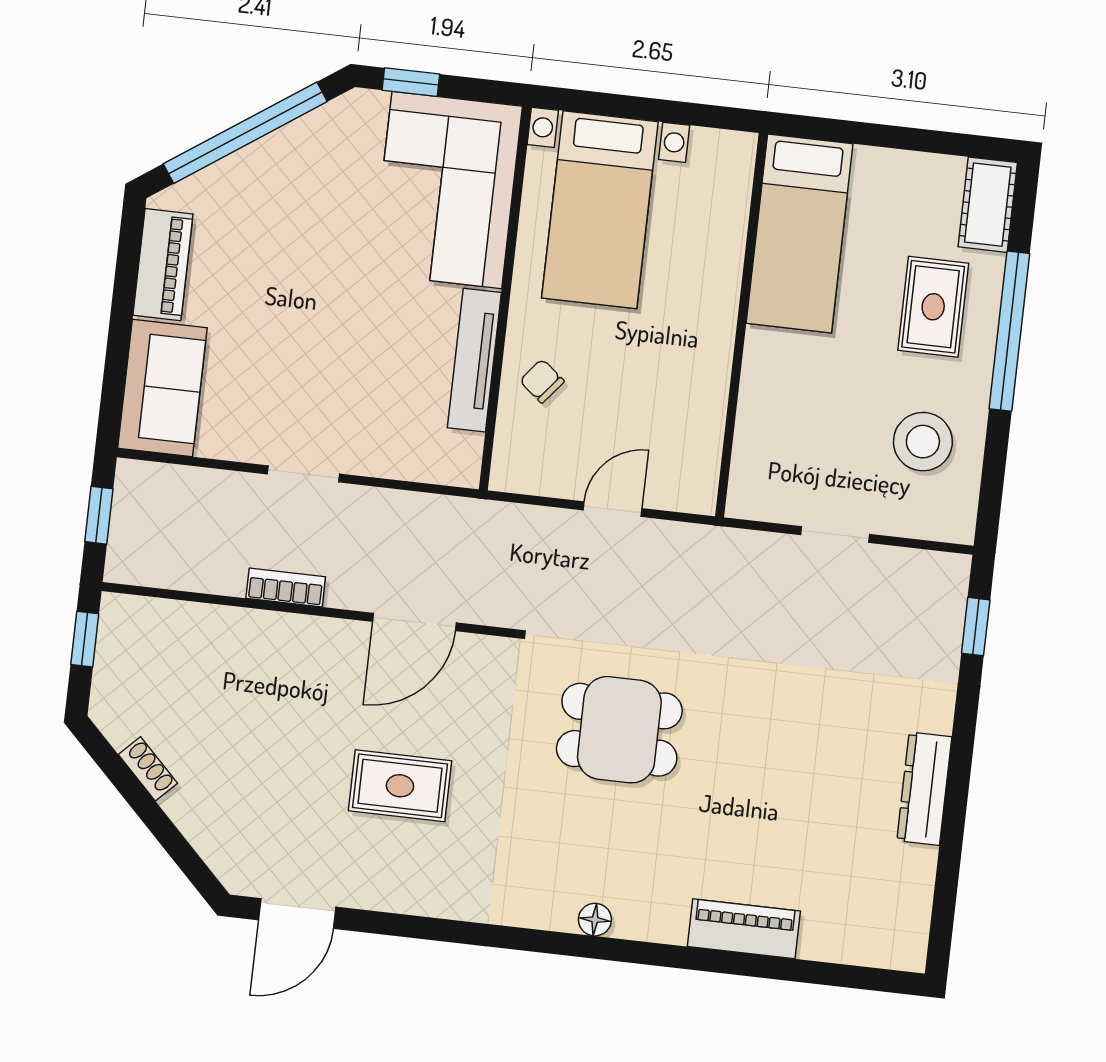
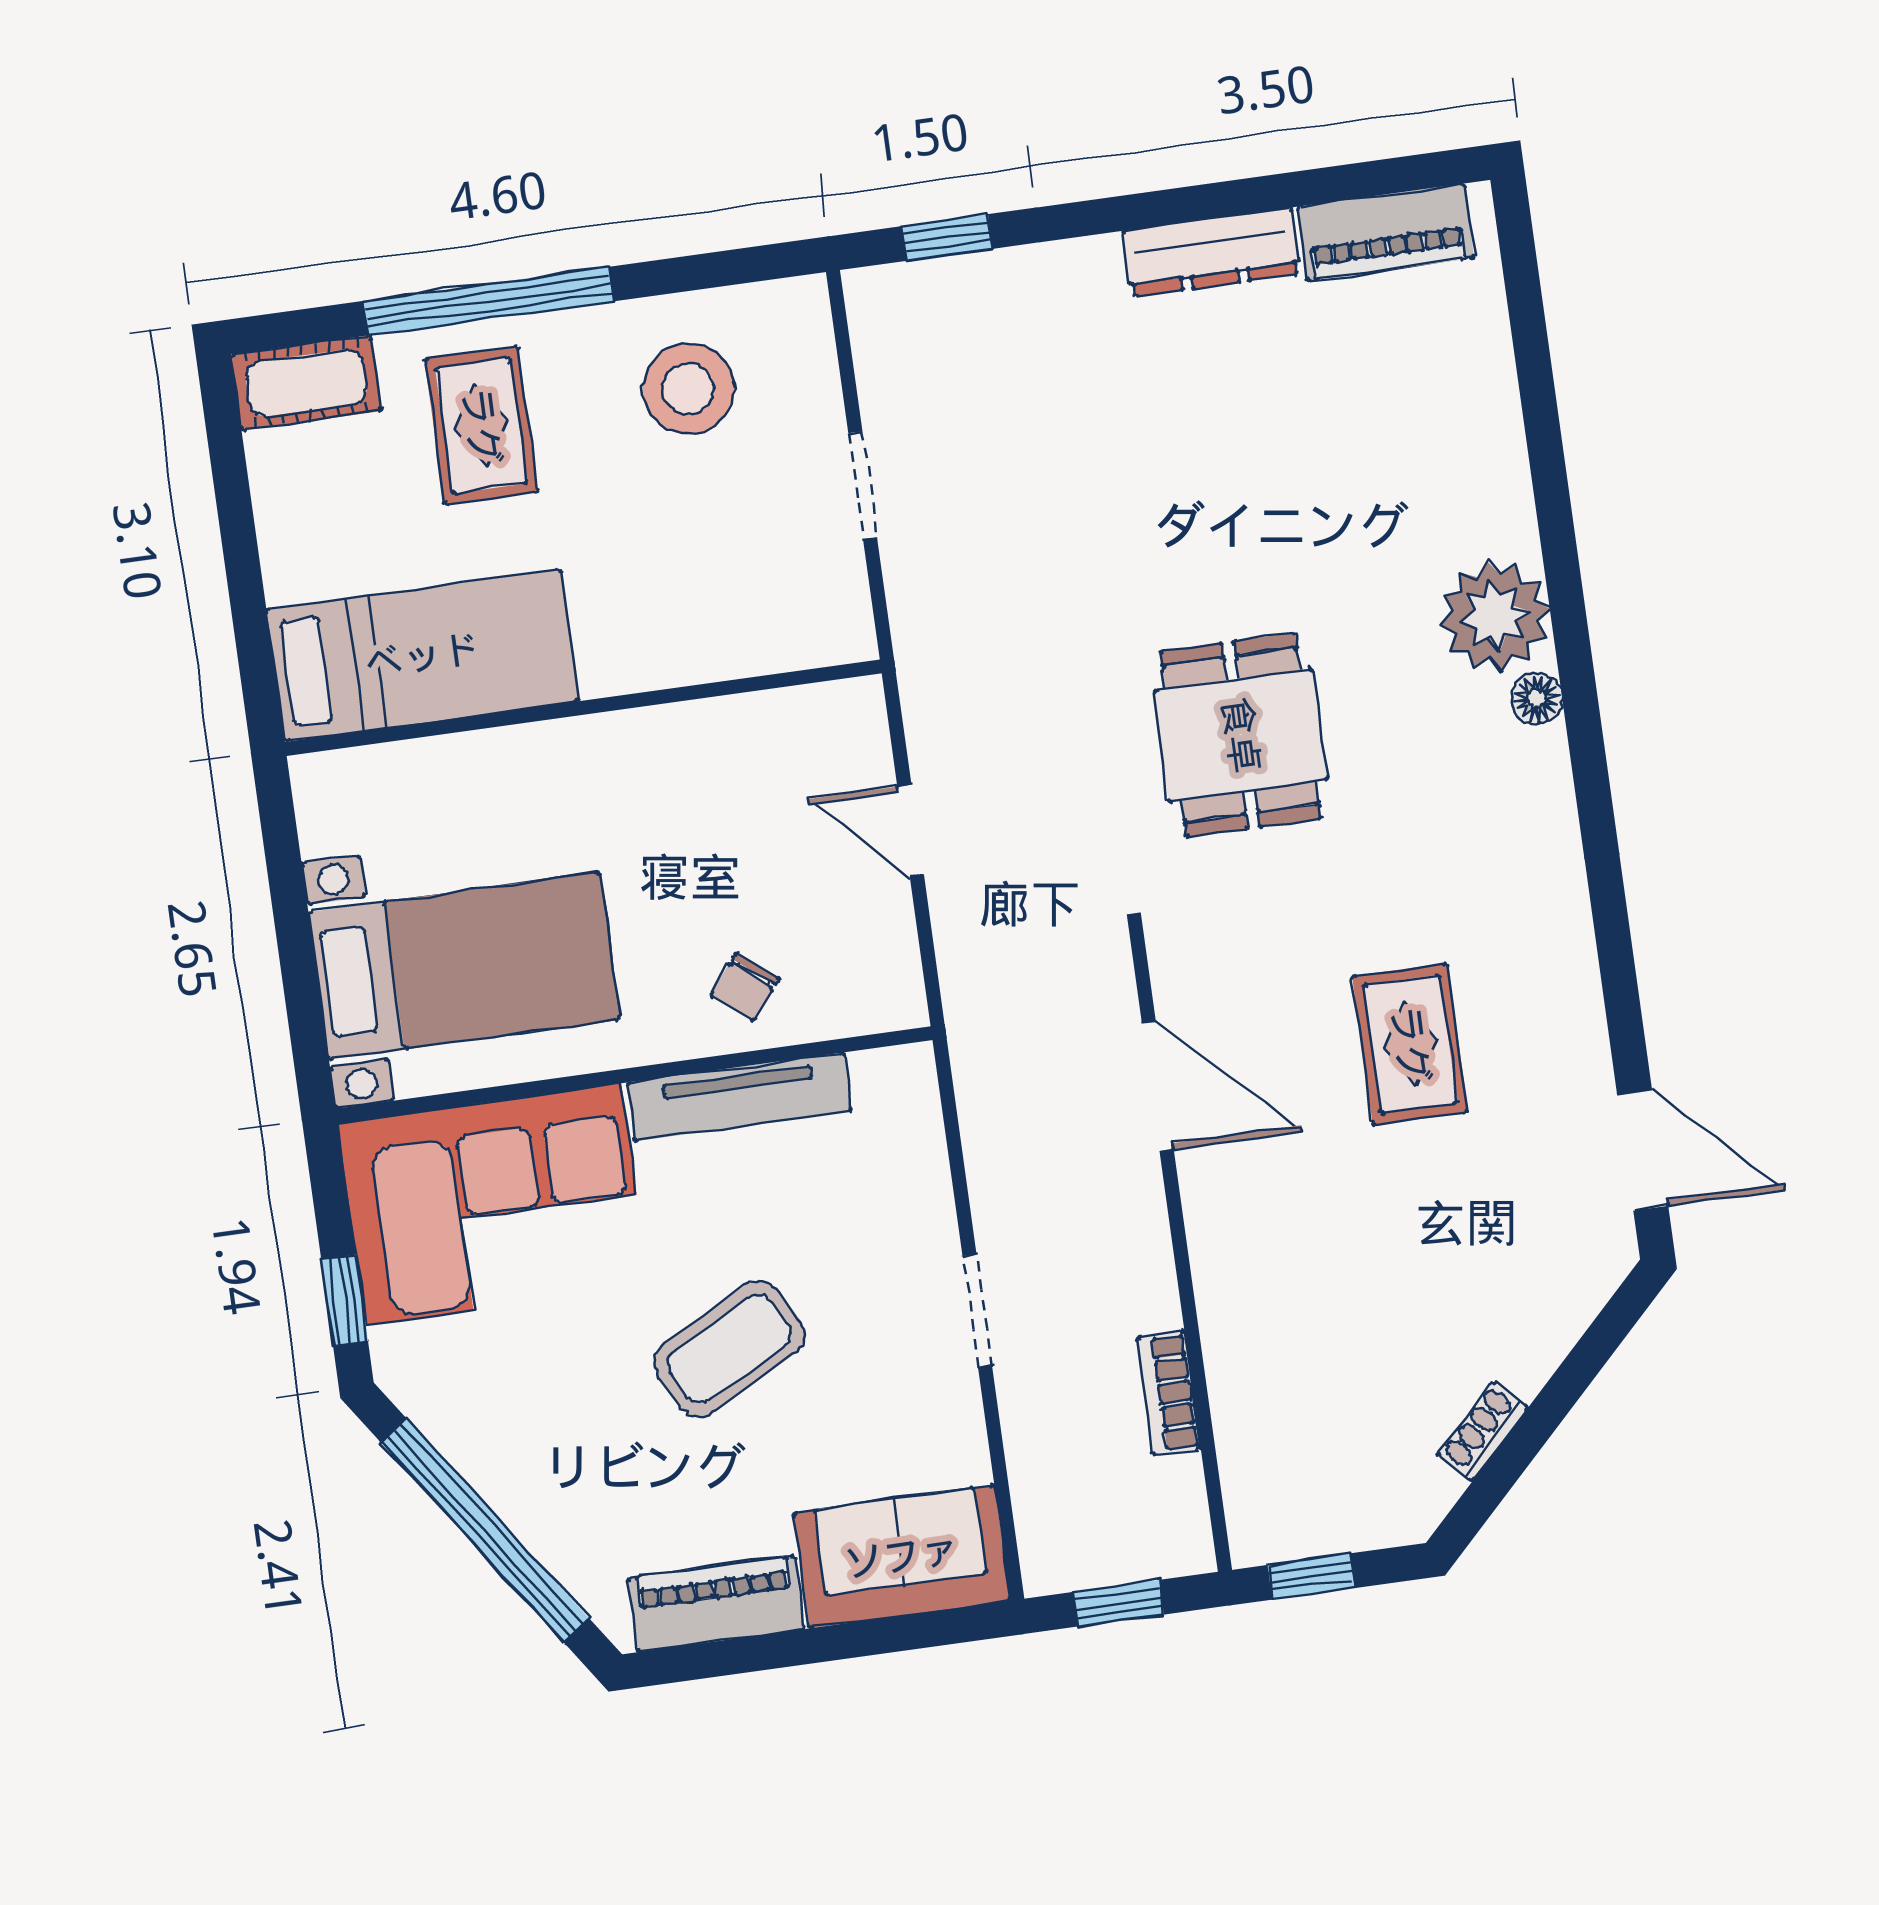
rug: (933, 307) -> (481, 426), turned 90
coffee table: (319, 314) -> (730, 1349), added
bookcase: (286, 587) -> (1169, 1393), moved
plant: (652, 907) -> (1495, 617), added
piano: (744, 929) -> (1386, 232), moved, turned -90

